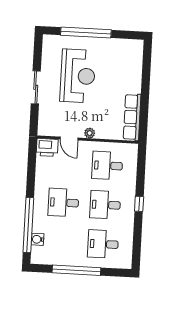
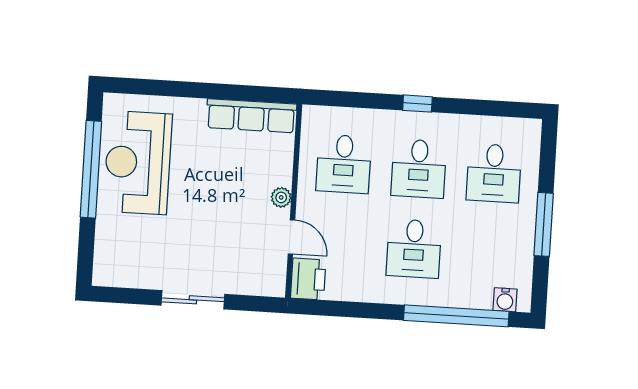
window: (86, 33) -> (91, 169), moved
reception desk: (78, 76) -> (138, 163), moved, turned -90
door: (69, 139) -> (291, 237), hinge flipped
water cooler: (38, 239) -> (505, 300), moved
window: (76, 270) -> (544, 224), width x0.68

